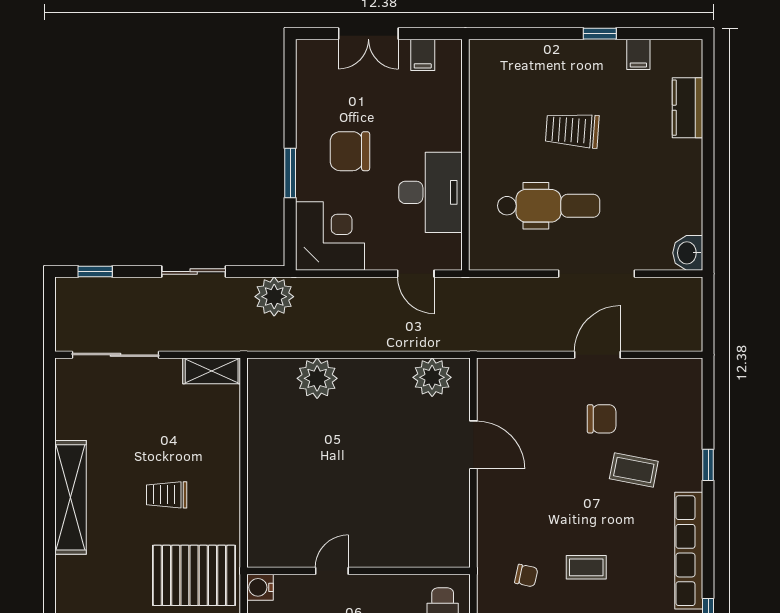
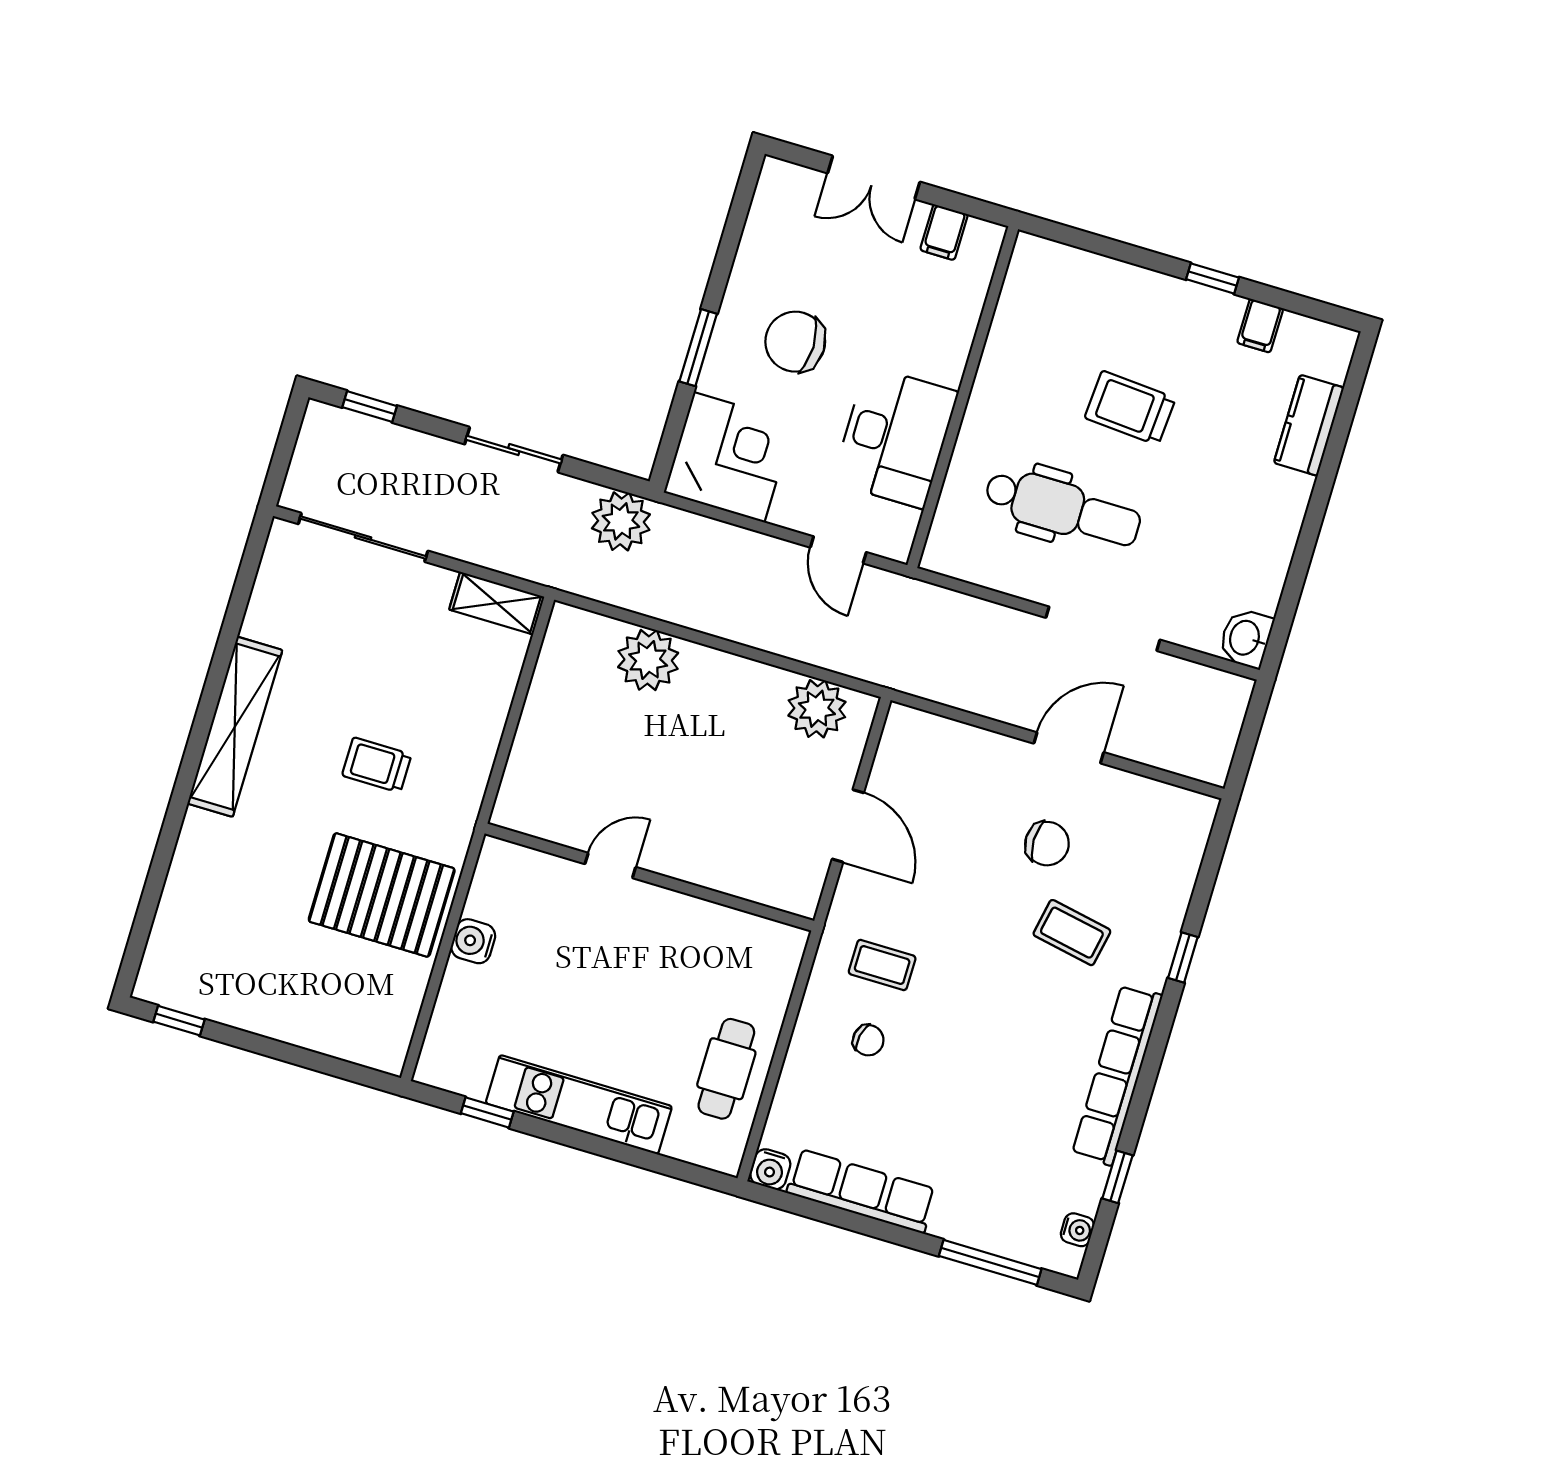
coffee table: (586, 567) -> (882, 965), moved
door: (332, 571) -> (610, 866), moved
wall: (359, 571) -> (649, 877), moved

